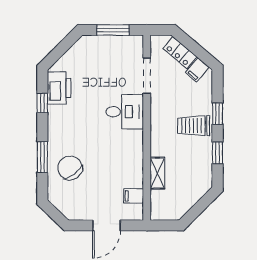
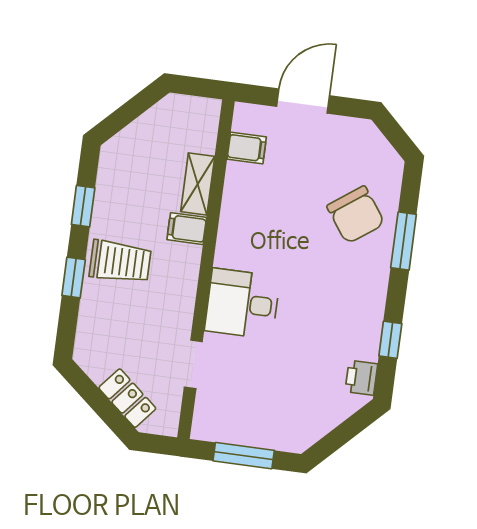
filing cabinet: (197, 70) -> (187, 229), moved, turned -130
doorway: (147, 76) -> (193, 364), width x0.73
printer: (59, 88) -> (361, 378), width x0.53, depth x0.68

